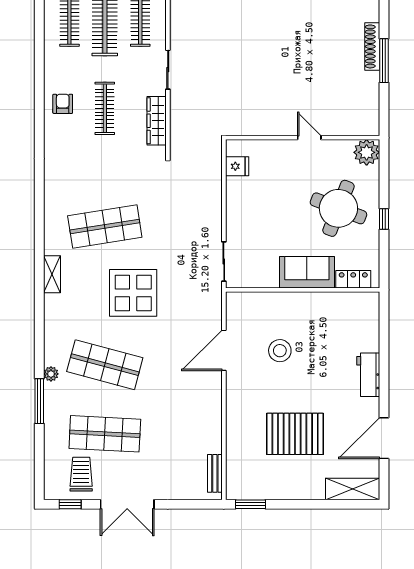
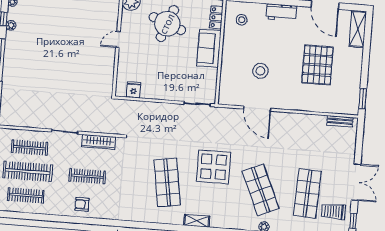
stool: (353, 317) -> (242, 20), added
shop shelf: (105, 365) -> (261, 190), turned -39

